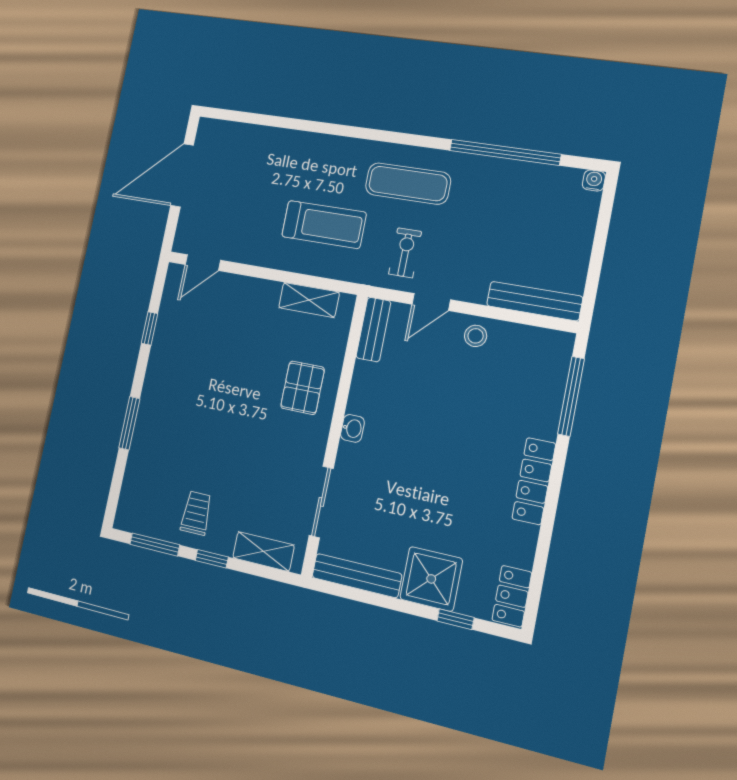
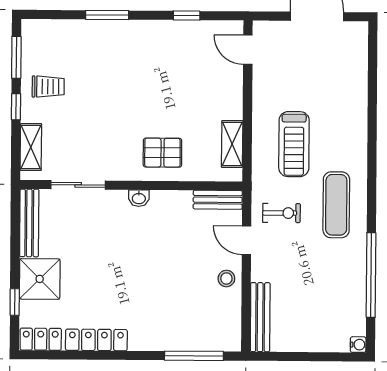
locker: (534, 481) -> (96, 340), moved

